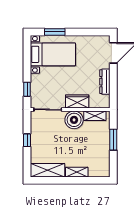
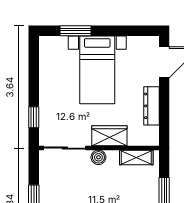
bed with nightstands: (53, 54) -> (97, 70), moved, turned 90
boiler: (74, 120) -> (98, 157), width x0.54, depth x0.54

